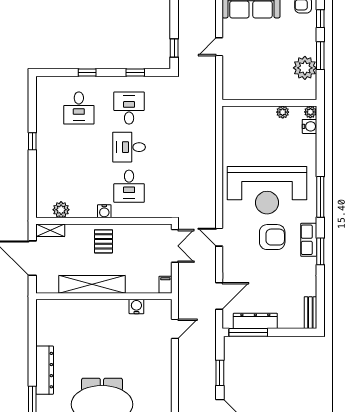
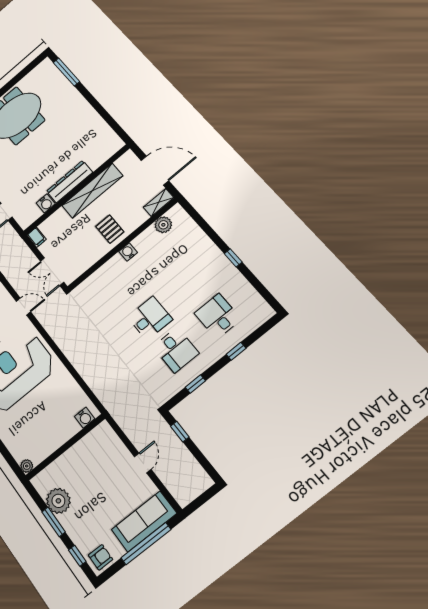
plant: (283, 112) -> (49, 448), removed
water cooler: (309, 126) -> (85, 418), moved, turned -90
desk: (129, 186) -> (124, 287), removed
dresser: (45, 370) -> (69, 182), moved, turned 90

